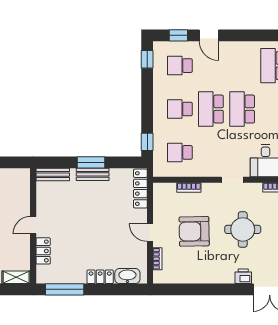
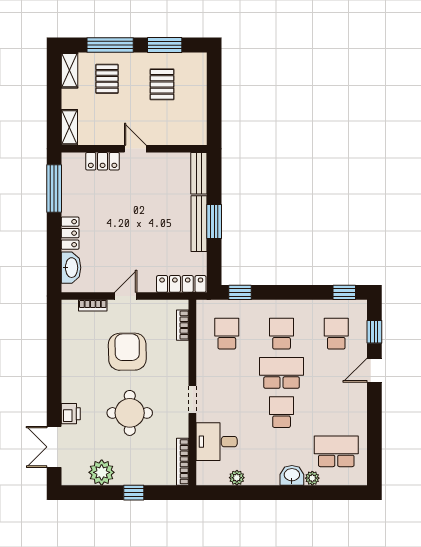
school desk: (242, 109) -> (282, 412), width x0.54
bench: (93, 174) -> (199, 224), width x1.36
bookcase: (189, 187) -> (183, 325), moved

